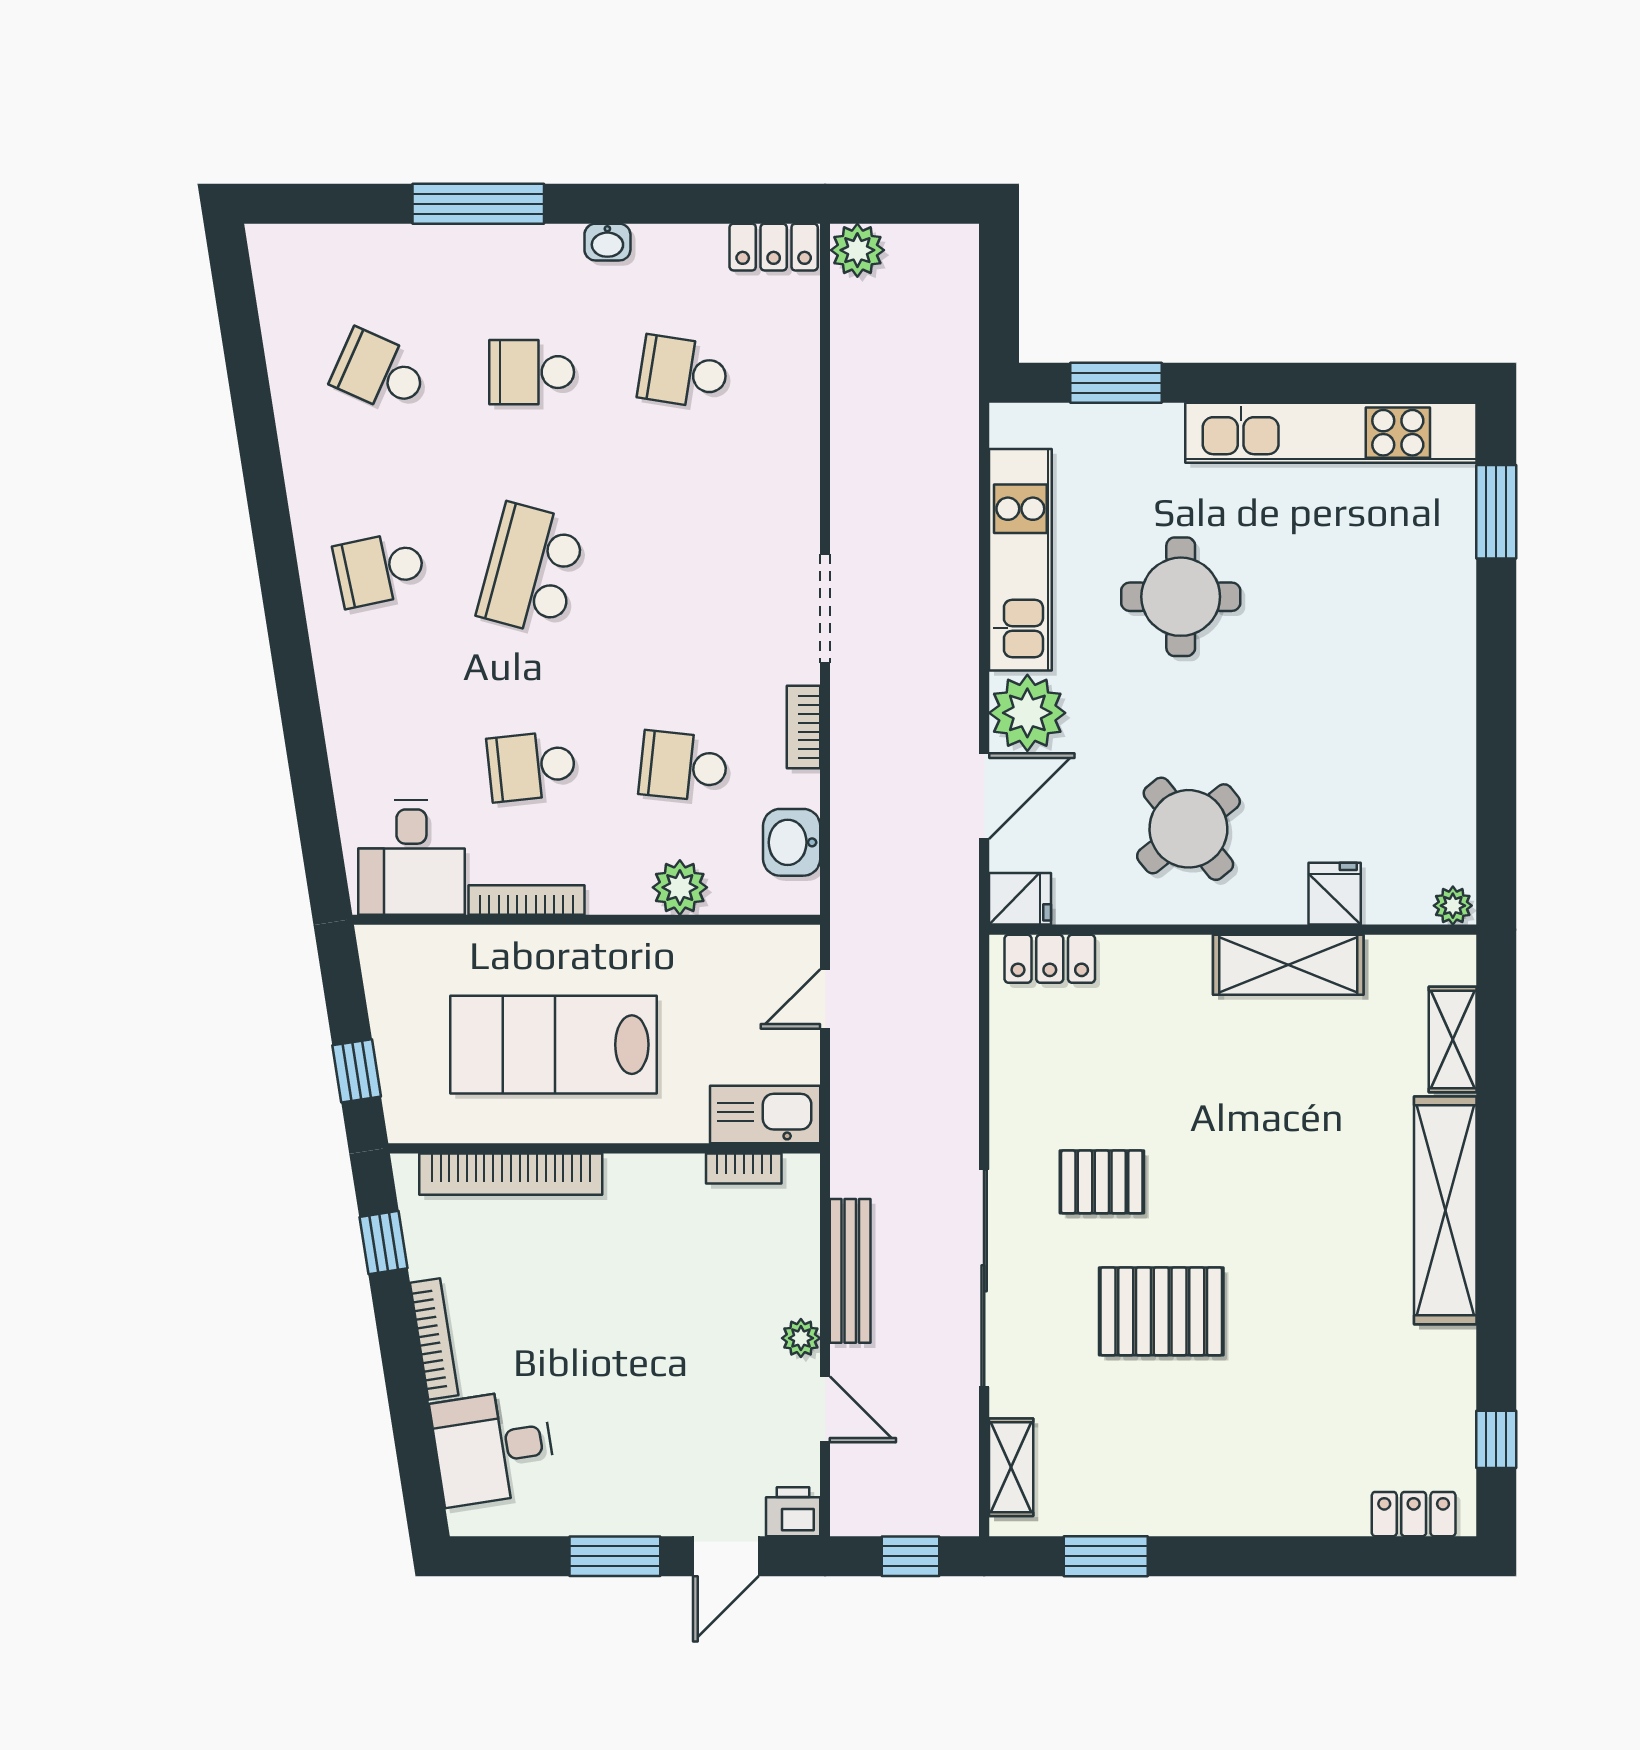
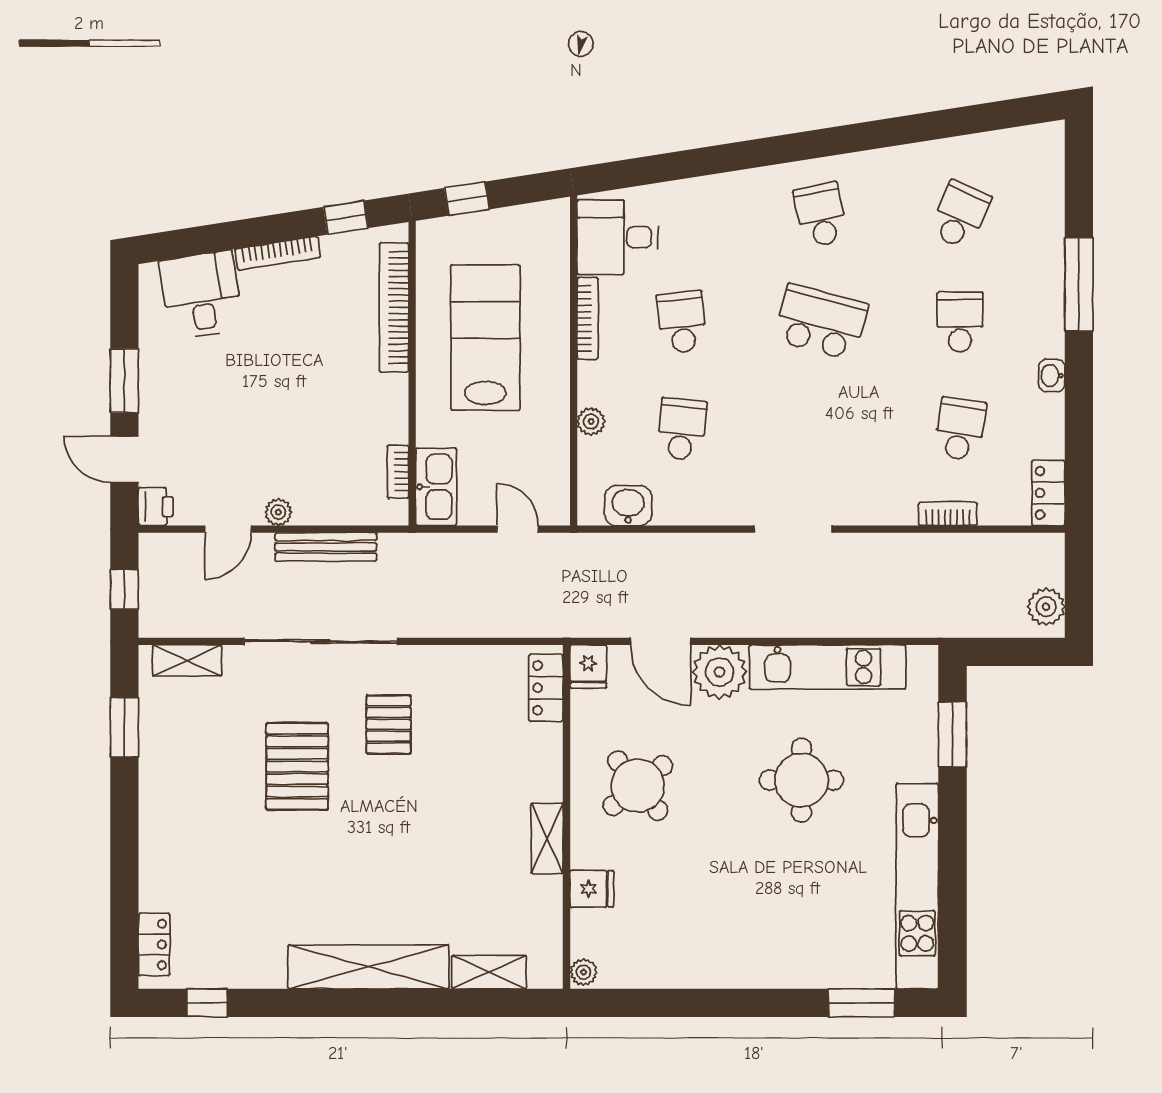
plant: (857, 250) -> (1046, 607), moved
bookcase: (803, 727) -> (948, 514), moved
plant: (680, 887) -> (591, 421), width x0.73, depth x0.73
shelving: (1288, 965) -> (547, 838), width x0.67, depth x0.75

